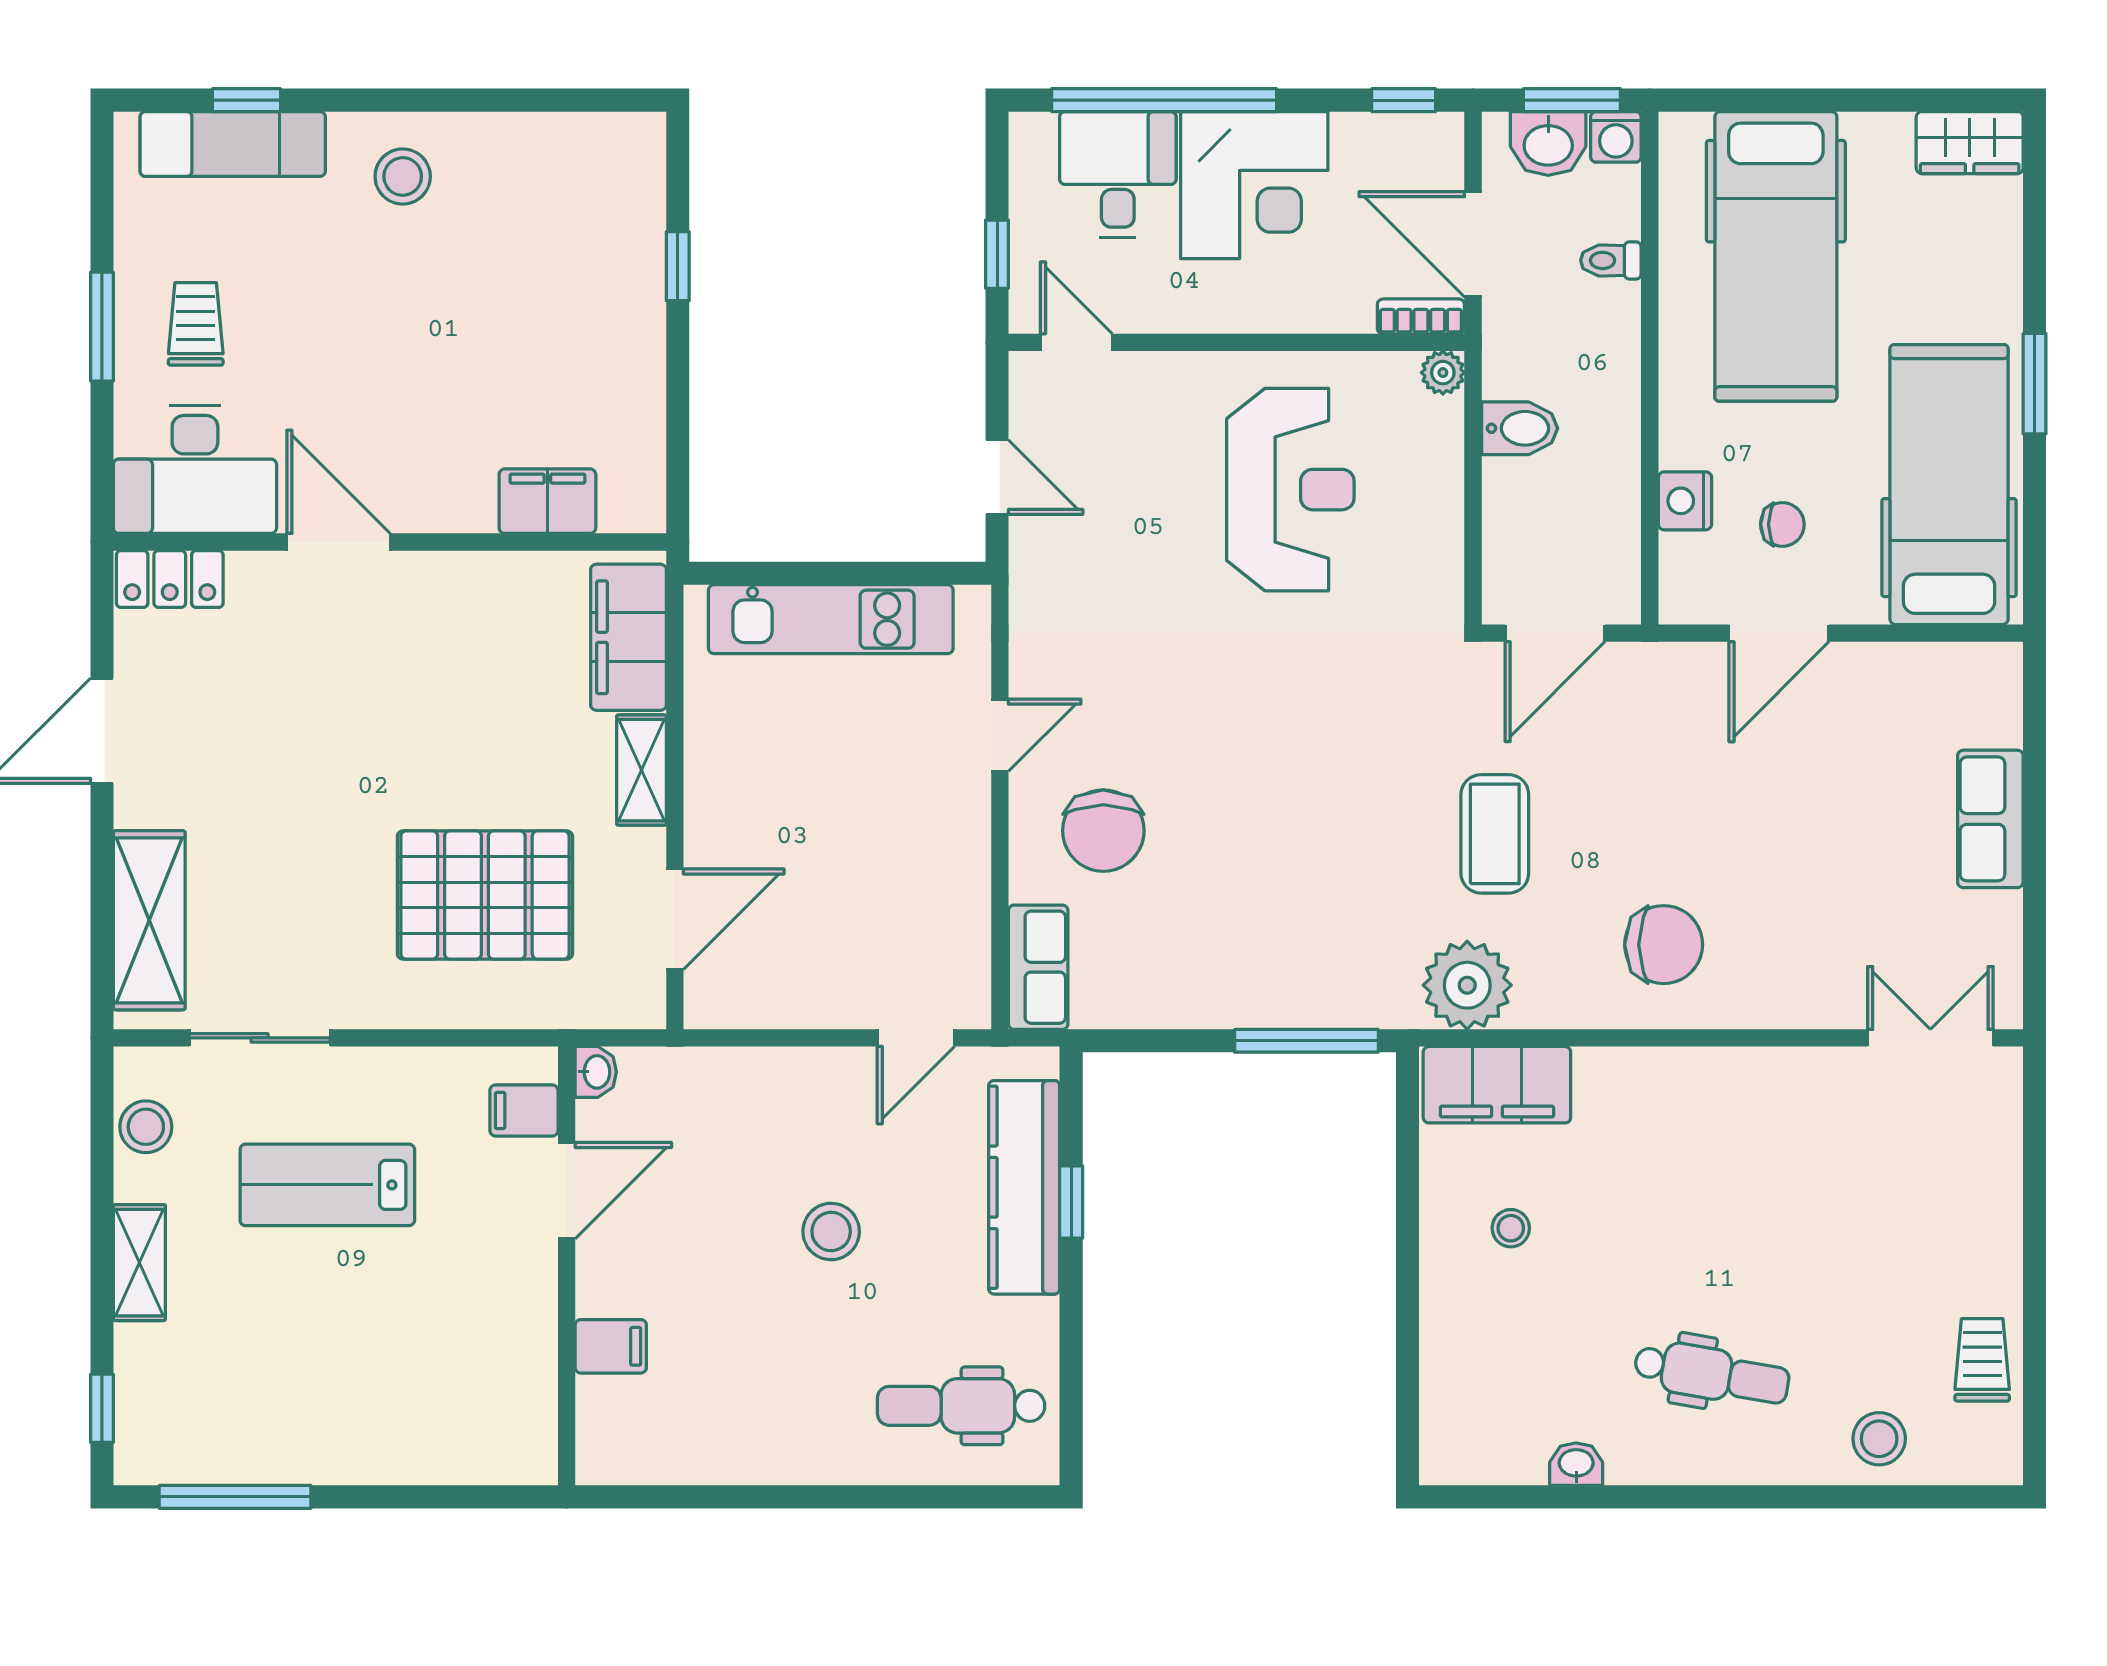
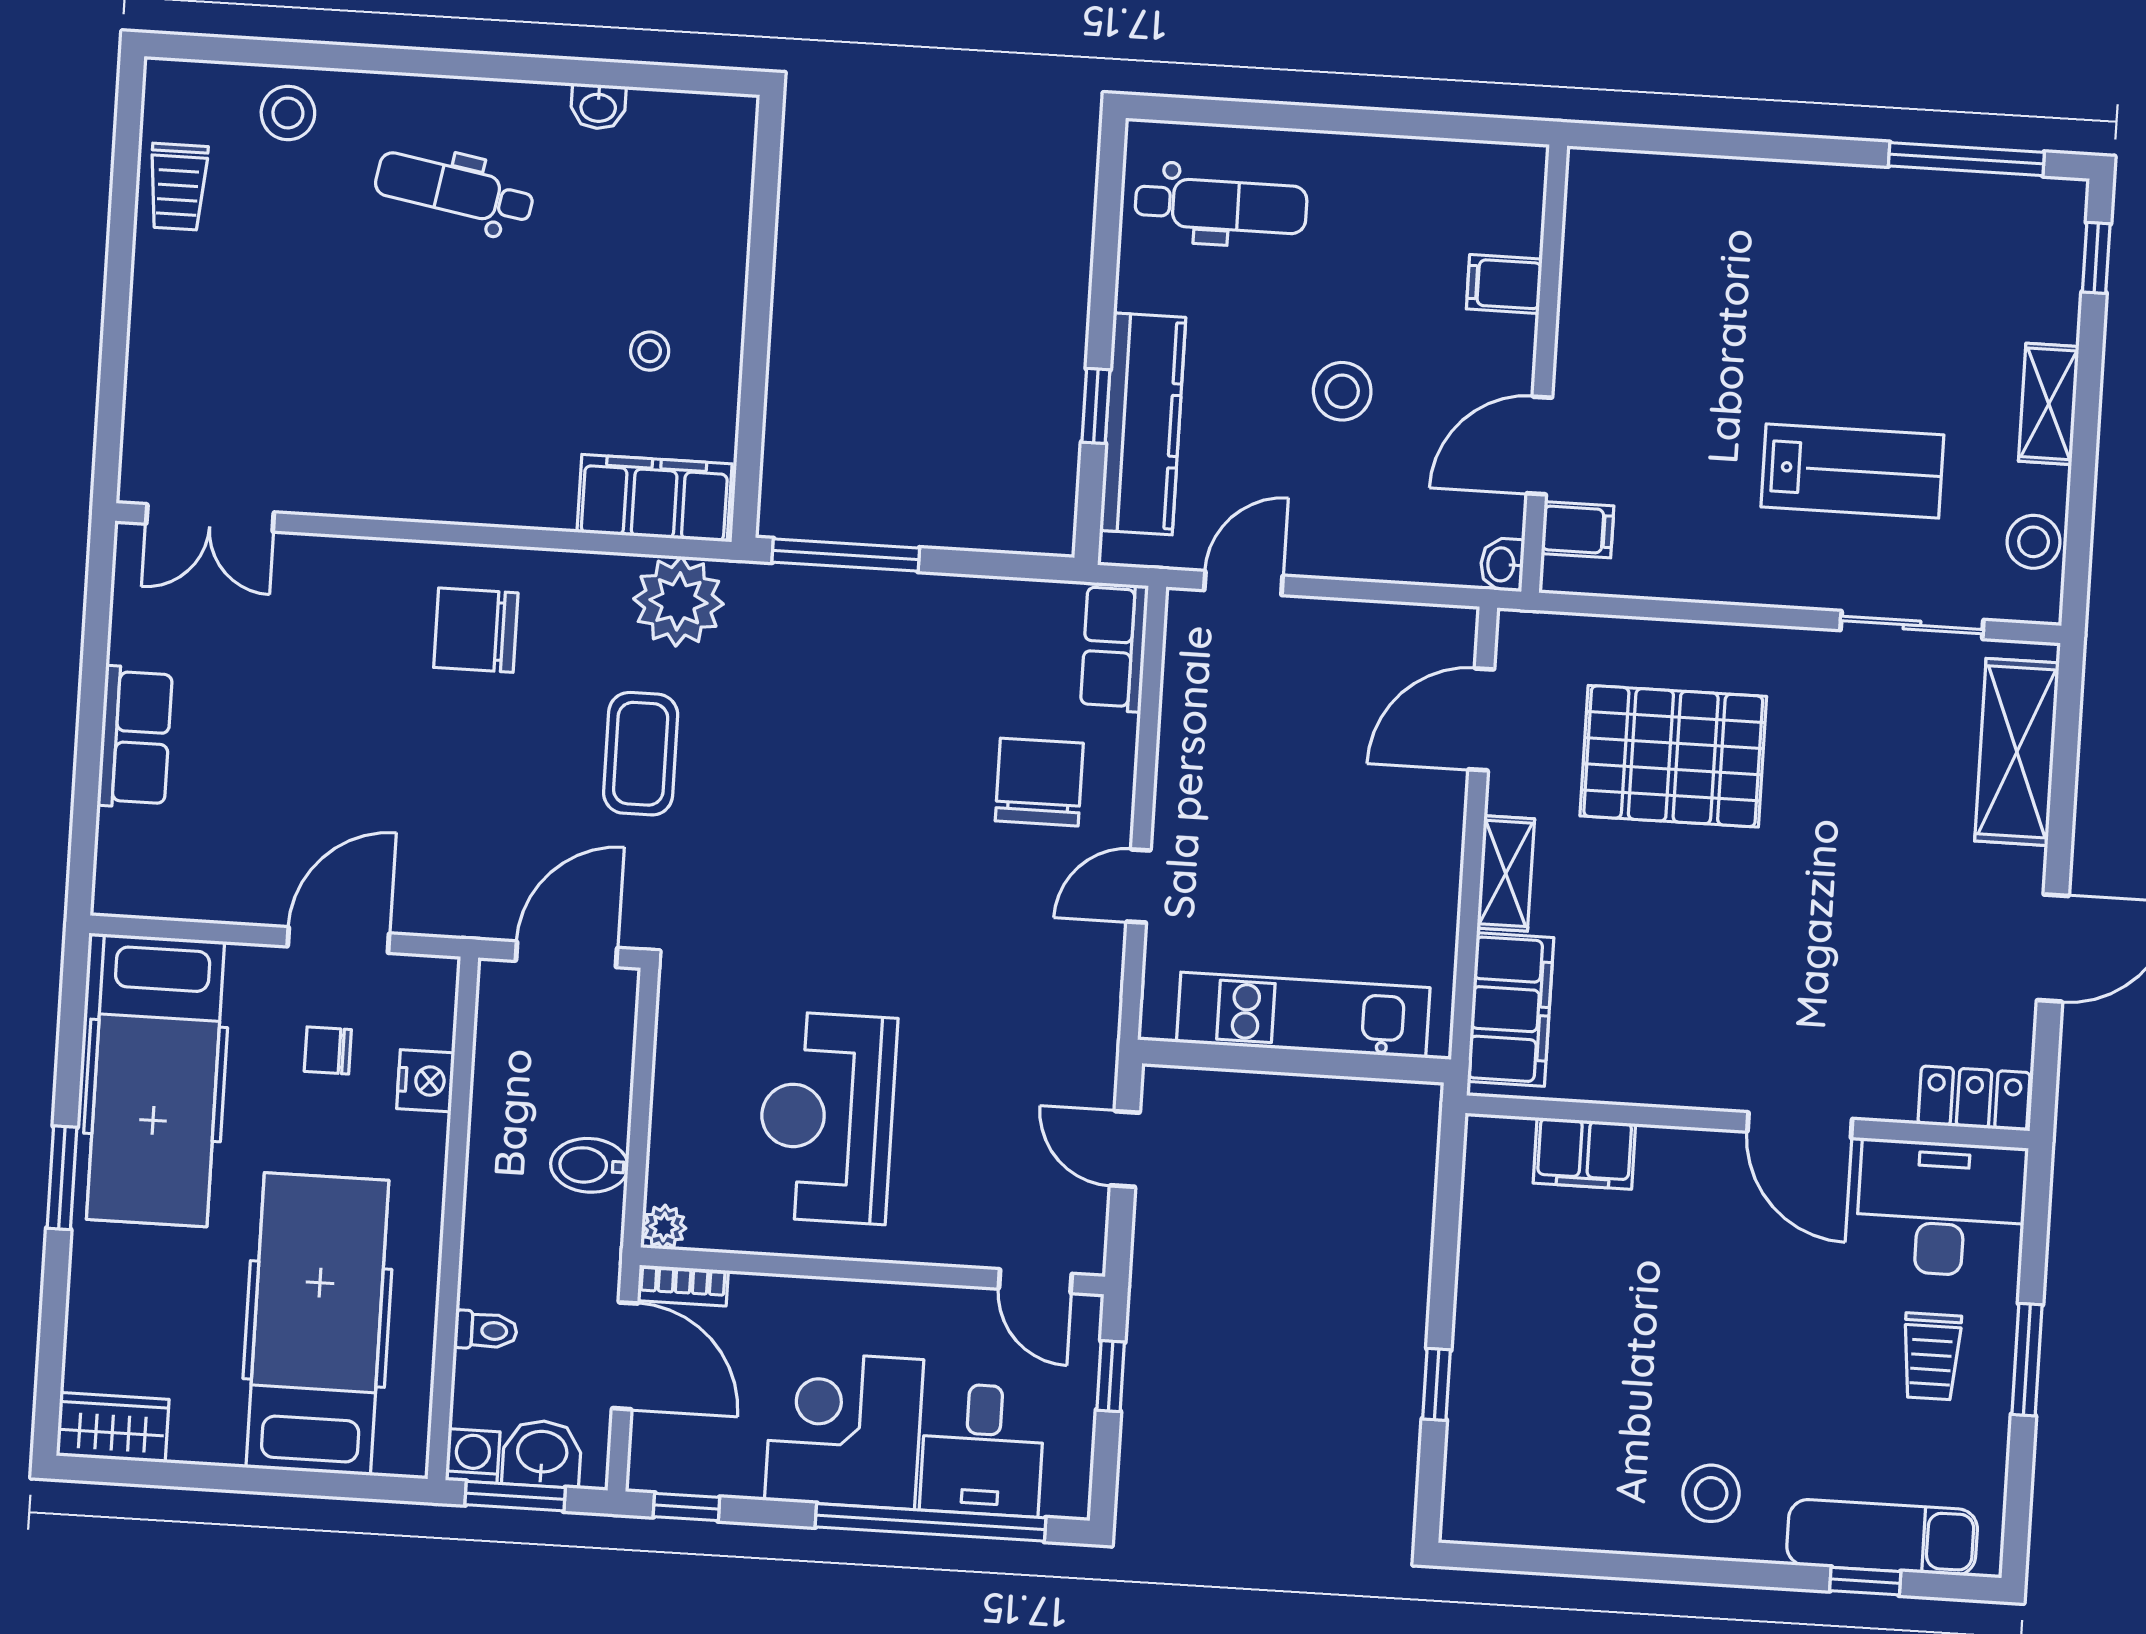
washbasin: (596, 1072) -> (1502, 564), moved
filing cabinet: (524, 1111) -> (1578, 530), moved
door: (567, 1191) -> (1539, 445), moved
wall: (567, 1266) -> (1544, 369), moved
filing cabinet: (611, 1346) -> (1504, 284), moved

